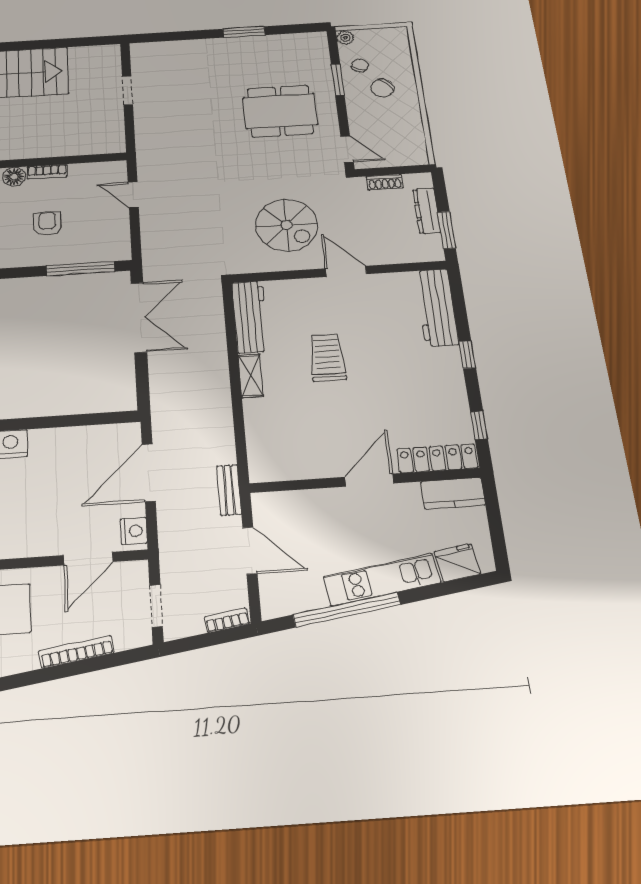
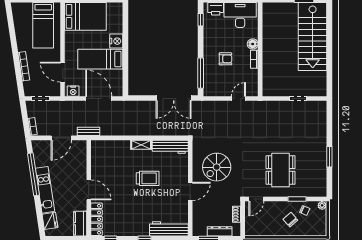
bed: (54, 476) -> (100, 59), added

